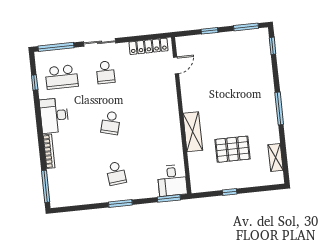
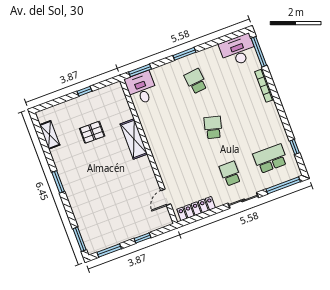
window: (273, 46) -> (80, 239), width x1.50
window: (279, 108) -> (58, 182), width x0.69
desk: (54, 115) -> (238, 50), moved, turned -90
pallet: (233, 149) -> (92, 132), width x0.67, depth x0.71

